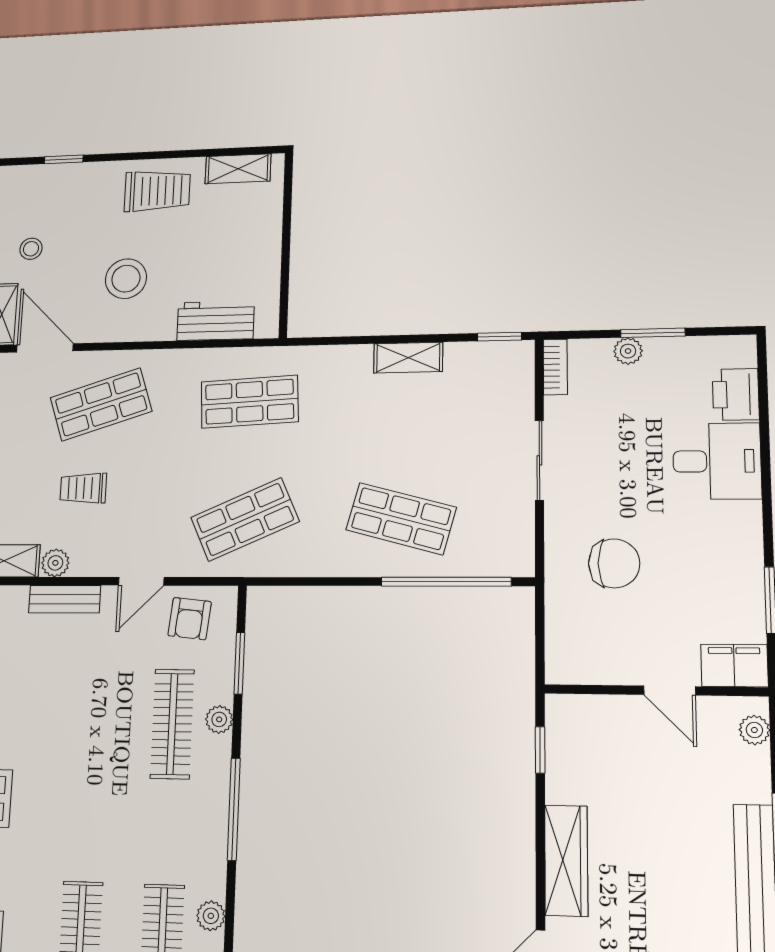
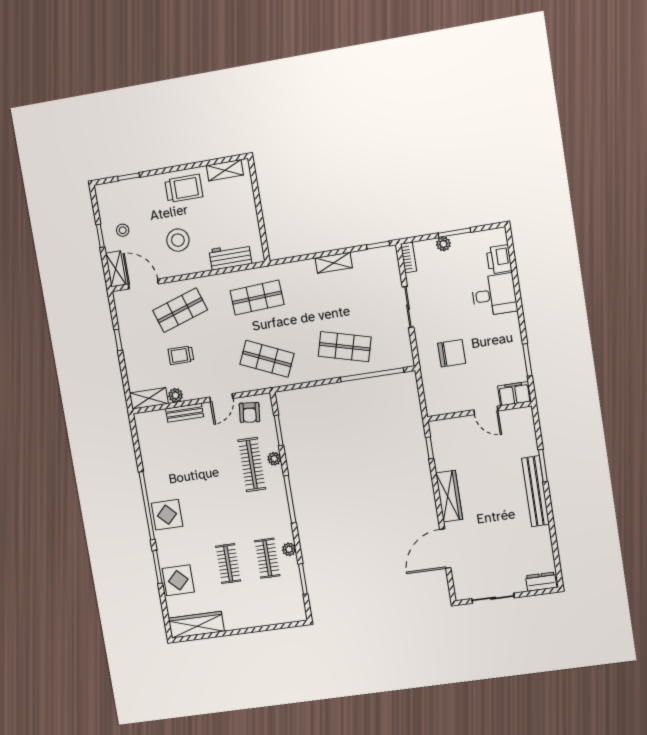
shop shelf: (245, 519) -> (267, 359), turned 48
plant: (754, 730) -> (527, 422), removed

